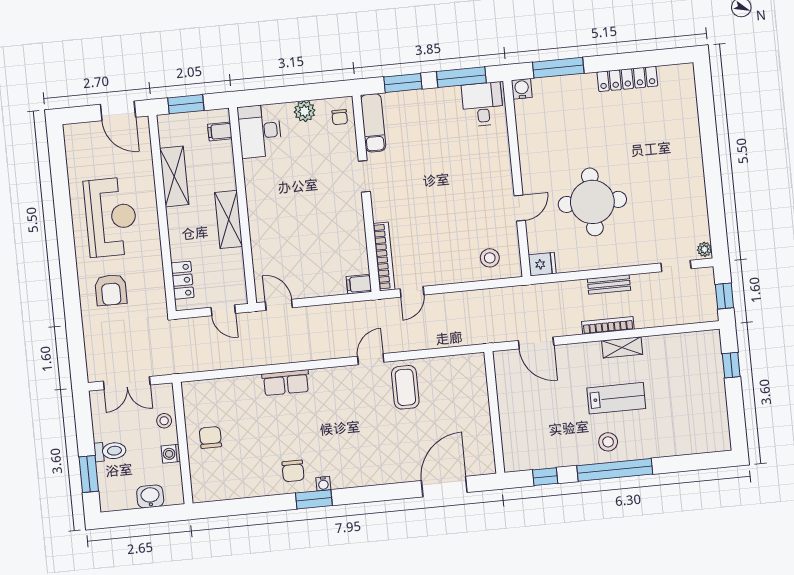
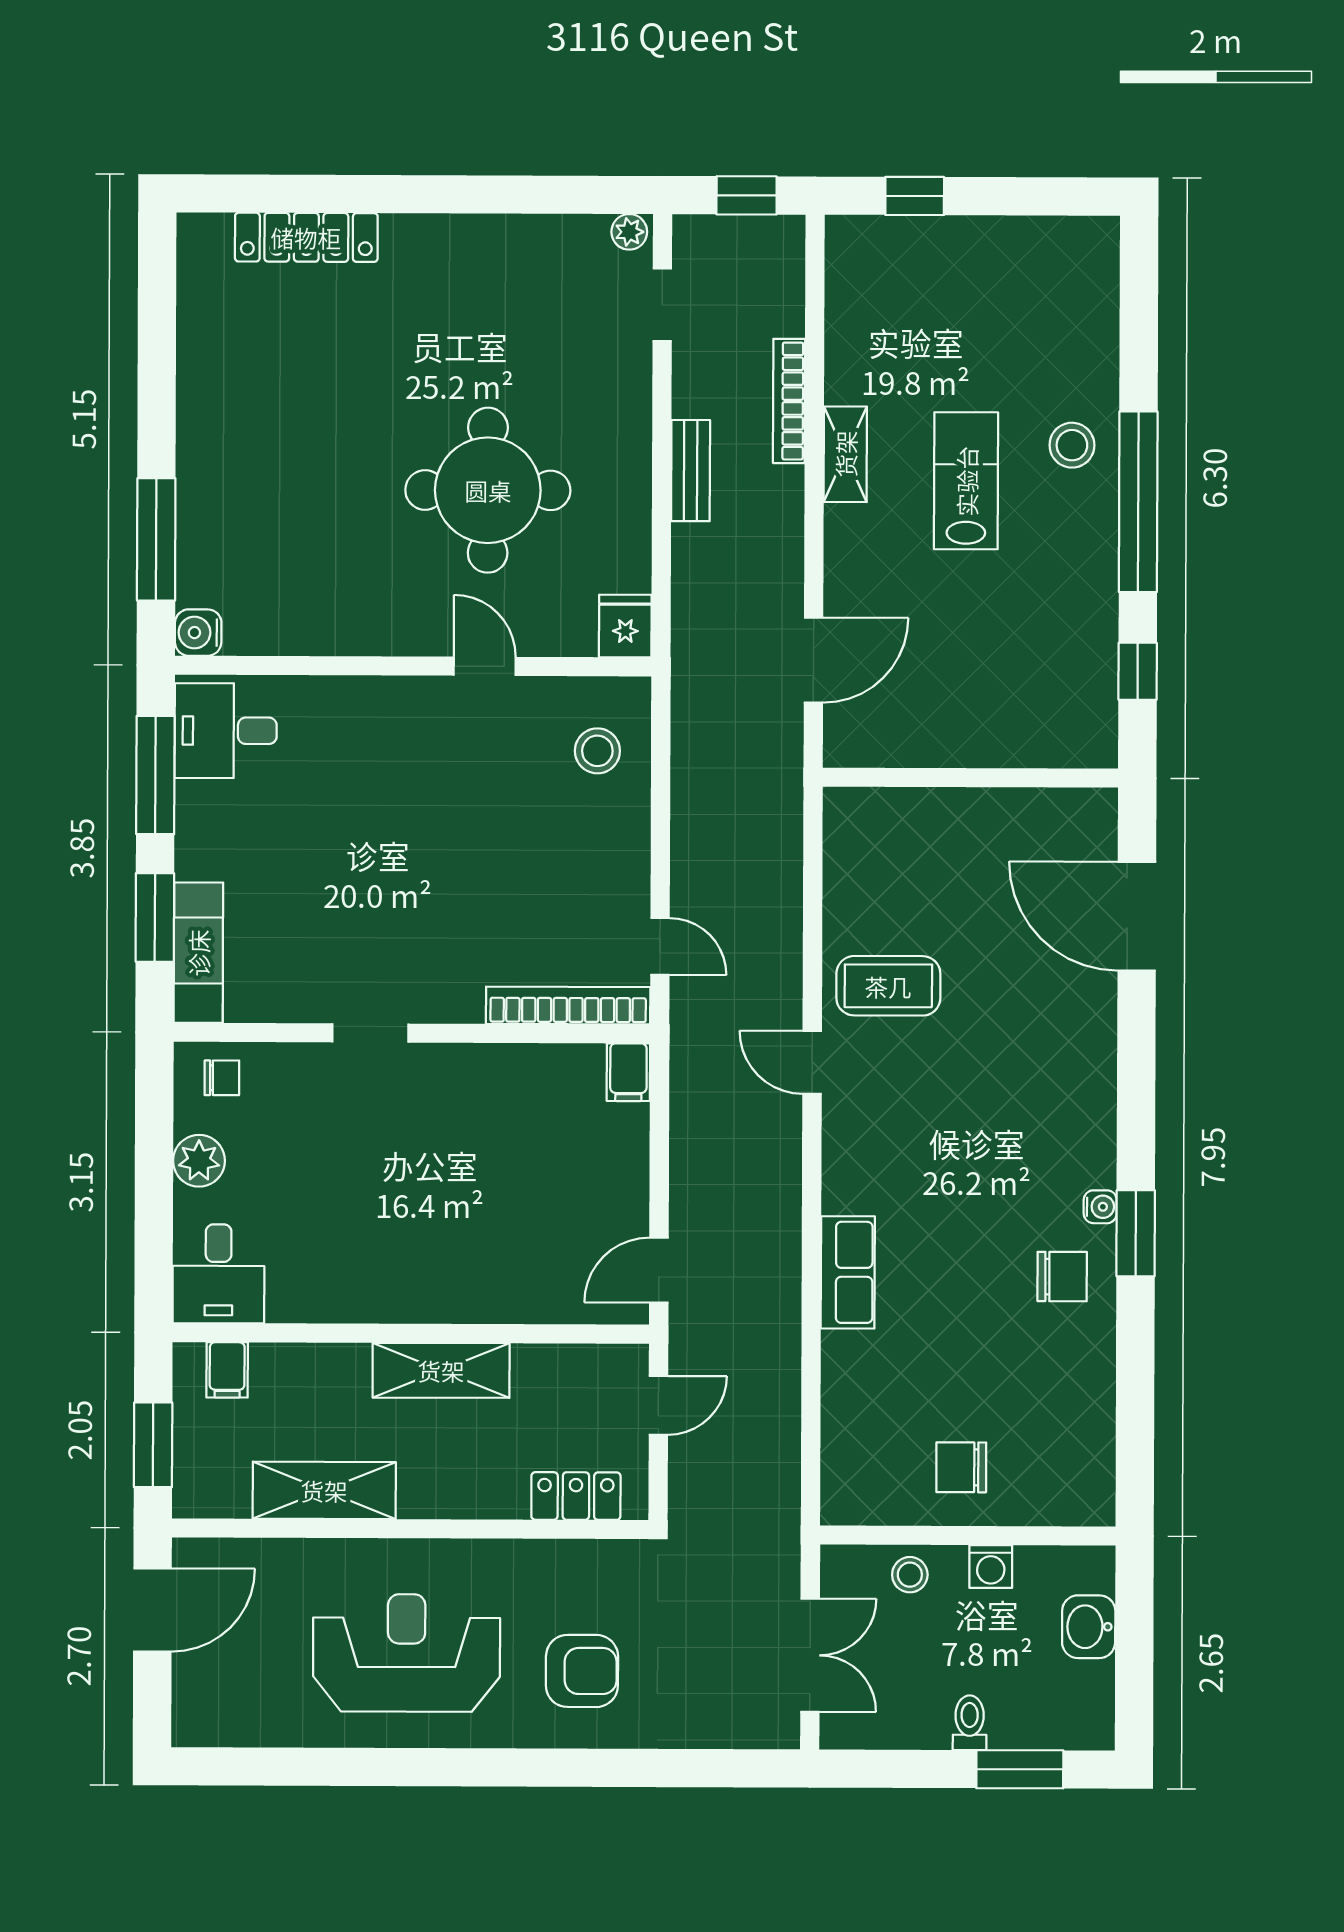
locker: (627, 79) -> (306, 237), moved, turned 90
exam couch: (373, 123) -> (198, 953), moved, turned 90
desk: (260, 131) -> (219, 1274), width x0.73
bookcase: (608, 325) -> (789, 401), moved
stool: (608, 442) -> (1072, 445), moved
toilet: (110, 451) -> (970, 1723), width x0.73, depth x0.72

